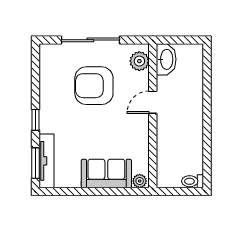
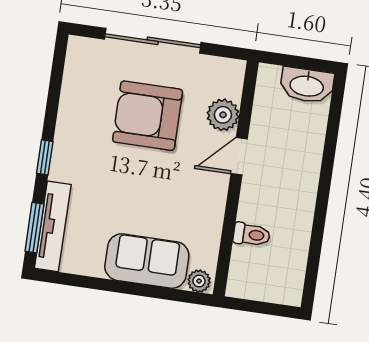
washbasin: (166, 59) -> (307, 85), moved, turned 90
plant: (139, 61) -> (223, 115), moved
toilet: (193, 181) -> (252, 235), moved, turned 180

